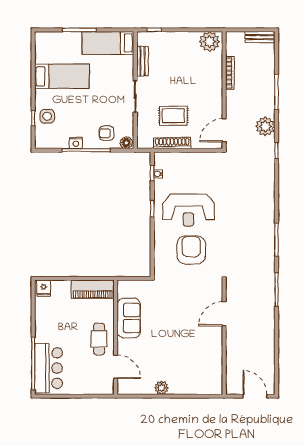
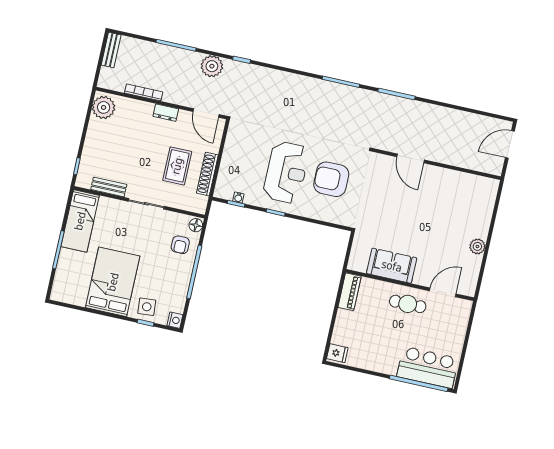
bed: (62, 76) -> (113, 282), width x1.50
dresser: (217, 96) -> (166, 113), added
nightstand: (76, 143) -> (175, 320), moved
piano: (93, 289) -> (350, 292), width x0.73, depth x0.75

